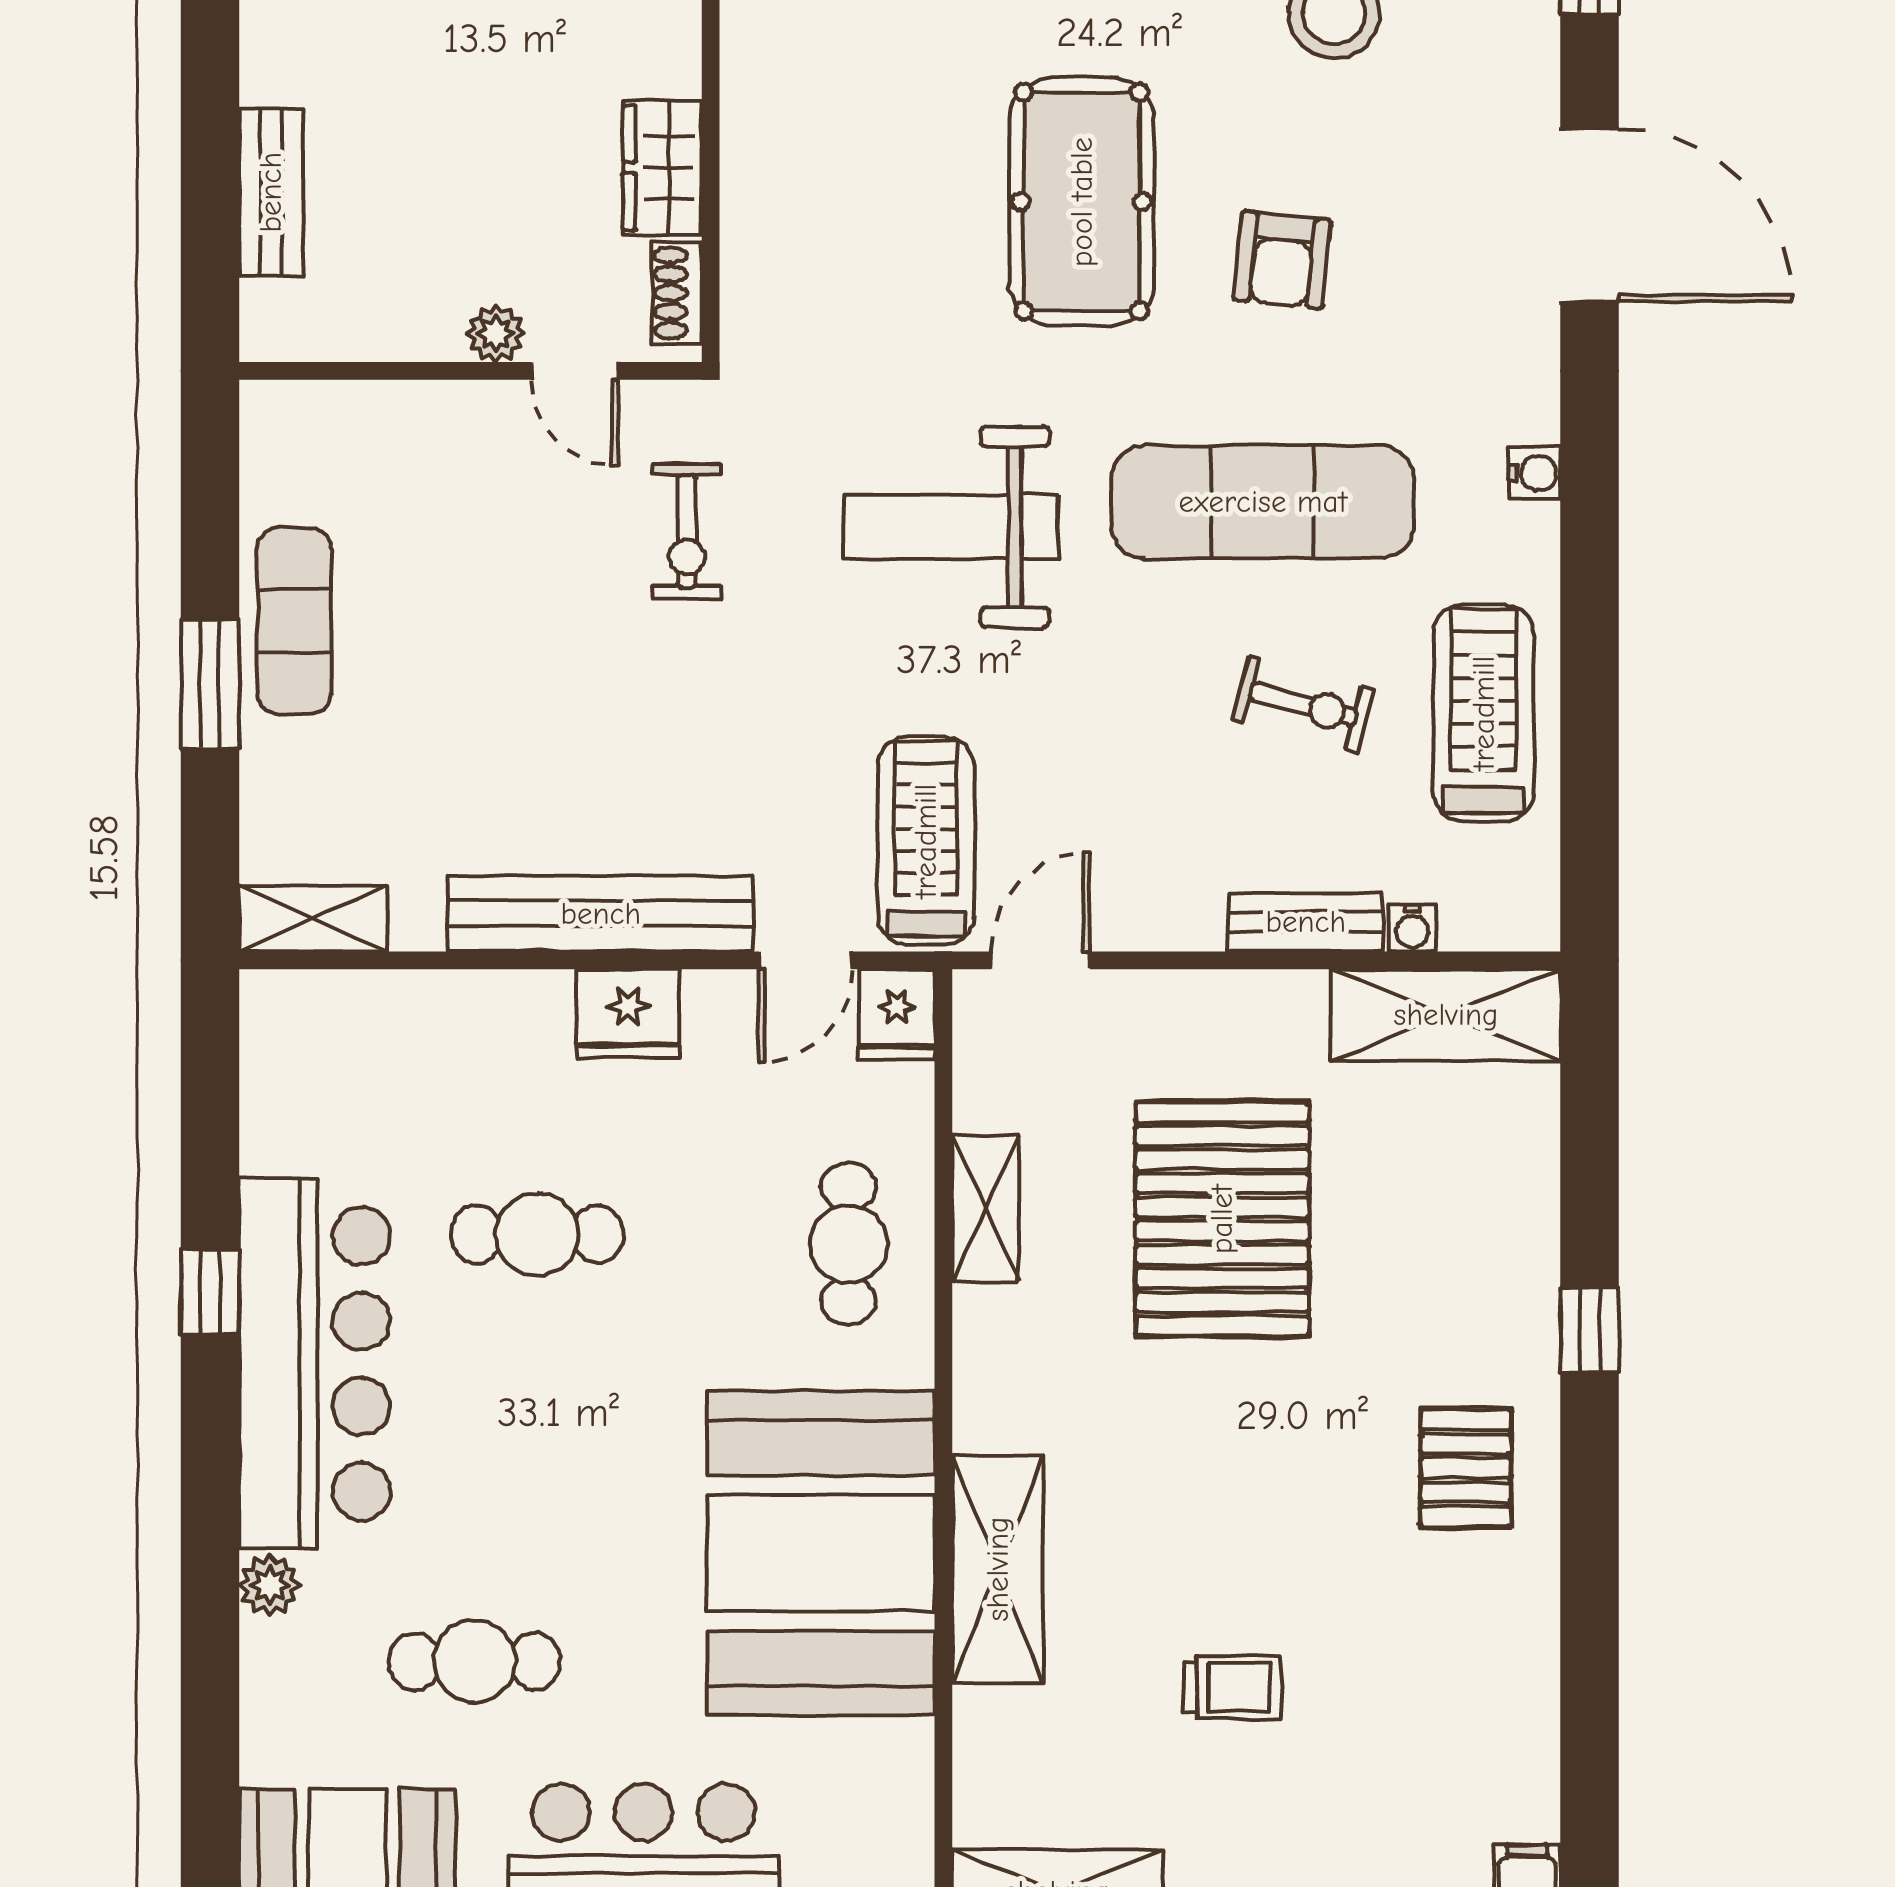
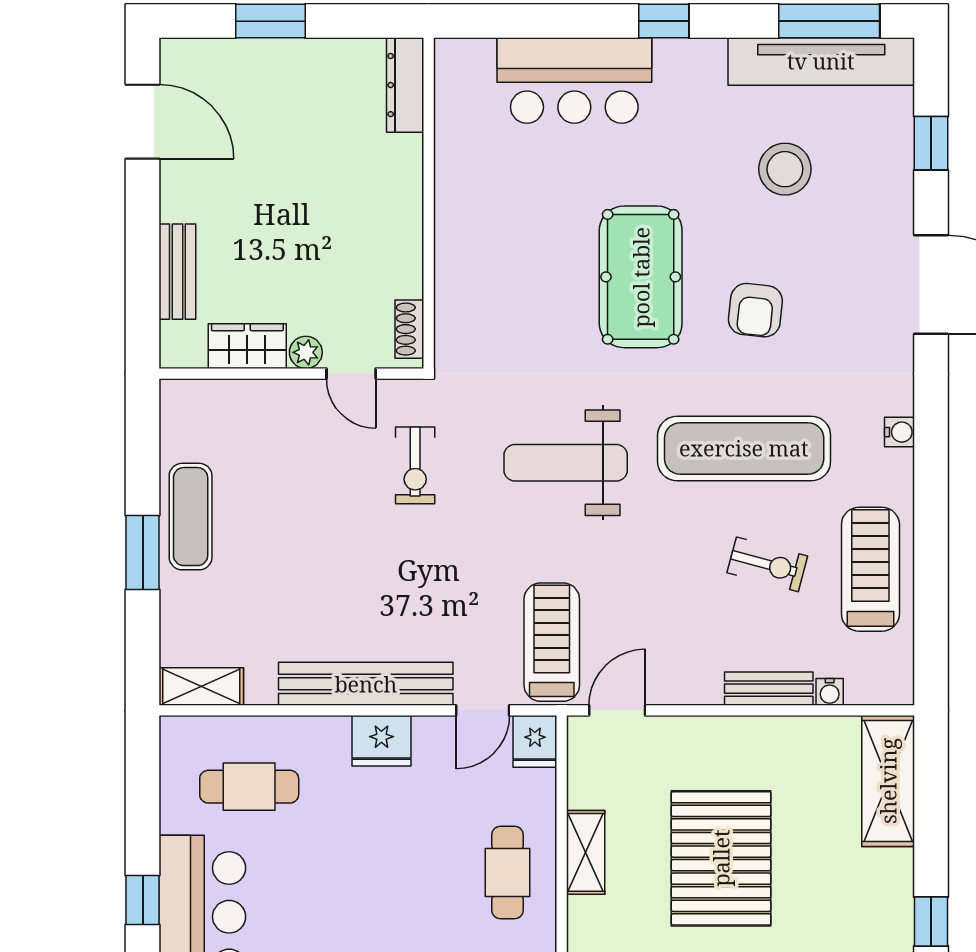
wardrobe: (662, 168) -> (247, 346), moved, turned 90
shelving: (1446, 1015) -> (888, 781), moved, turned 90
cafe table: (537, 1234) -> (249, 787), moved

